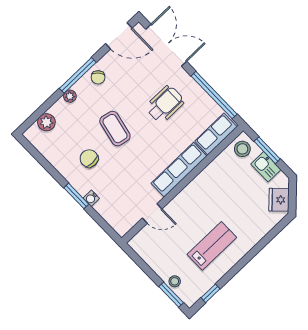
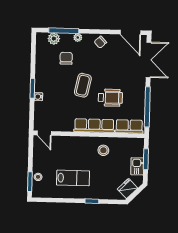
window: (78, 75) -> (64, 31), moved
wheelchair: (165, 104) -> (110, 98), moved
coffee table: (115, 129) -> (83, 85), moved
stool: (242, 149) -> (103, 150), moved
chair: (89, 158) -> (66, 58), moved
door: (152, 214) -> (44, 133), moved
window: (211, 293) -> (92, 201), moved

